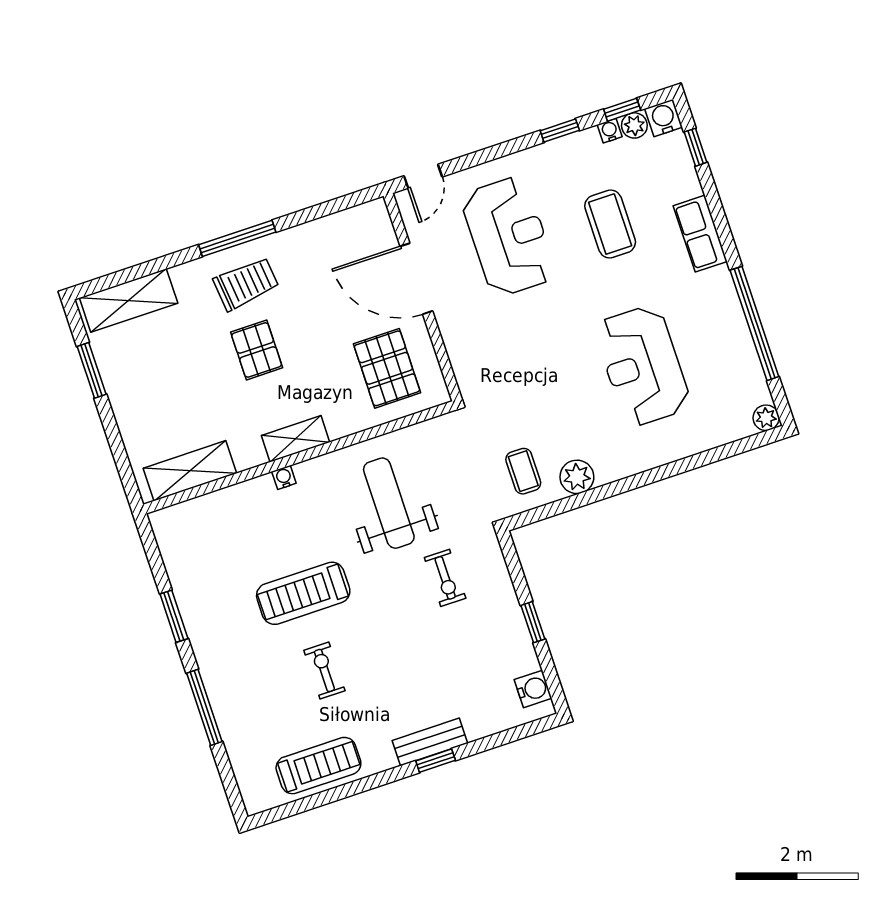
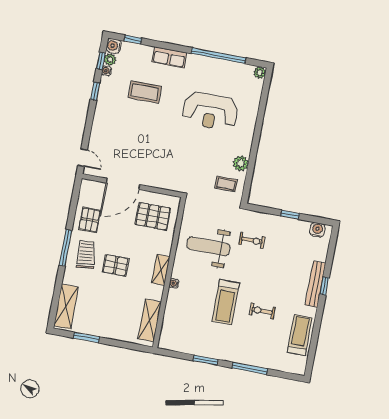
reception desk: (509, 236) -> (127, 136), removed
pallet: (314, 254) -> (90, 220), added
bench: (430, 742) -> (315, 284), width x1.36

